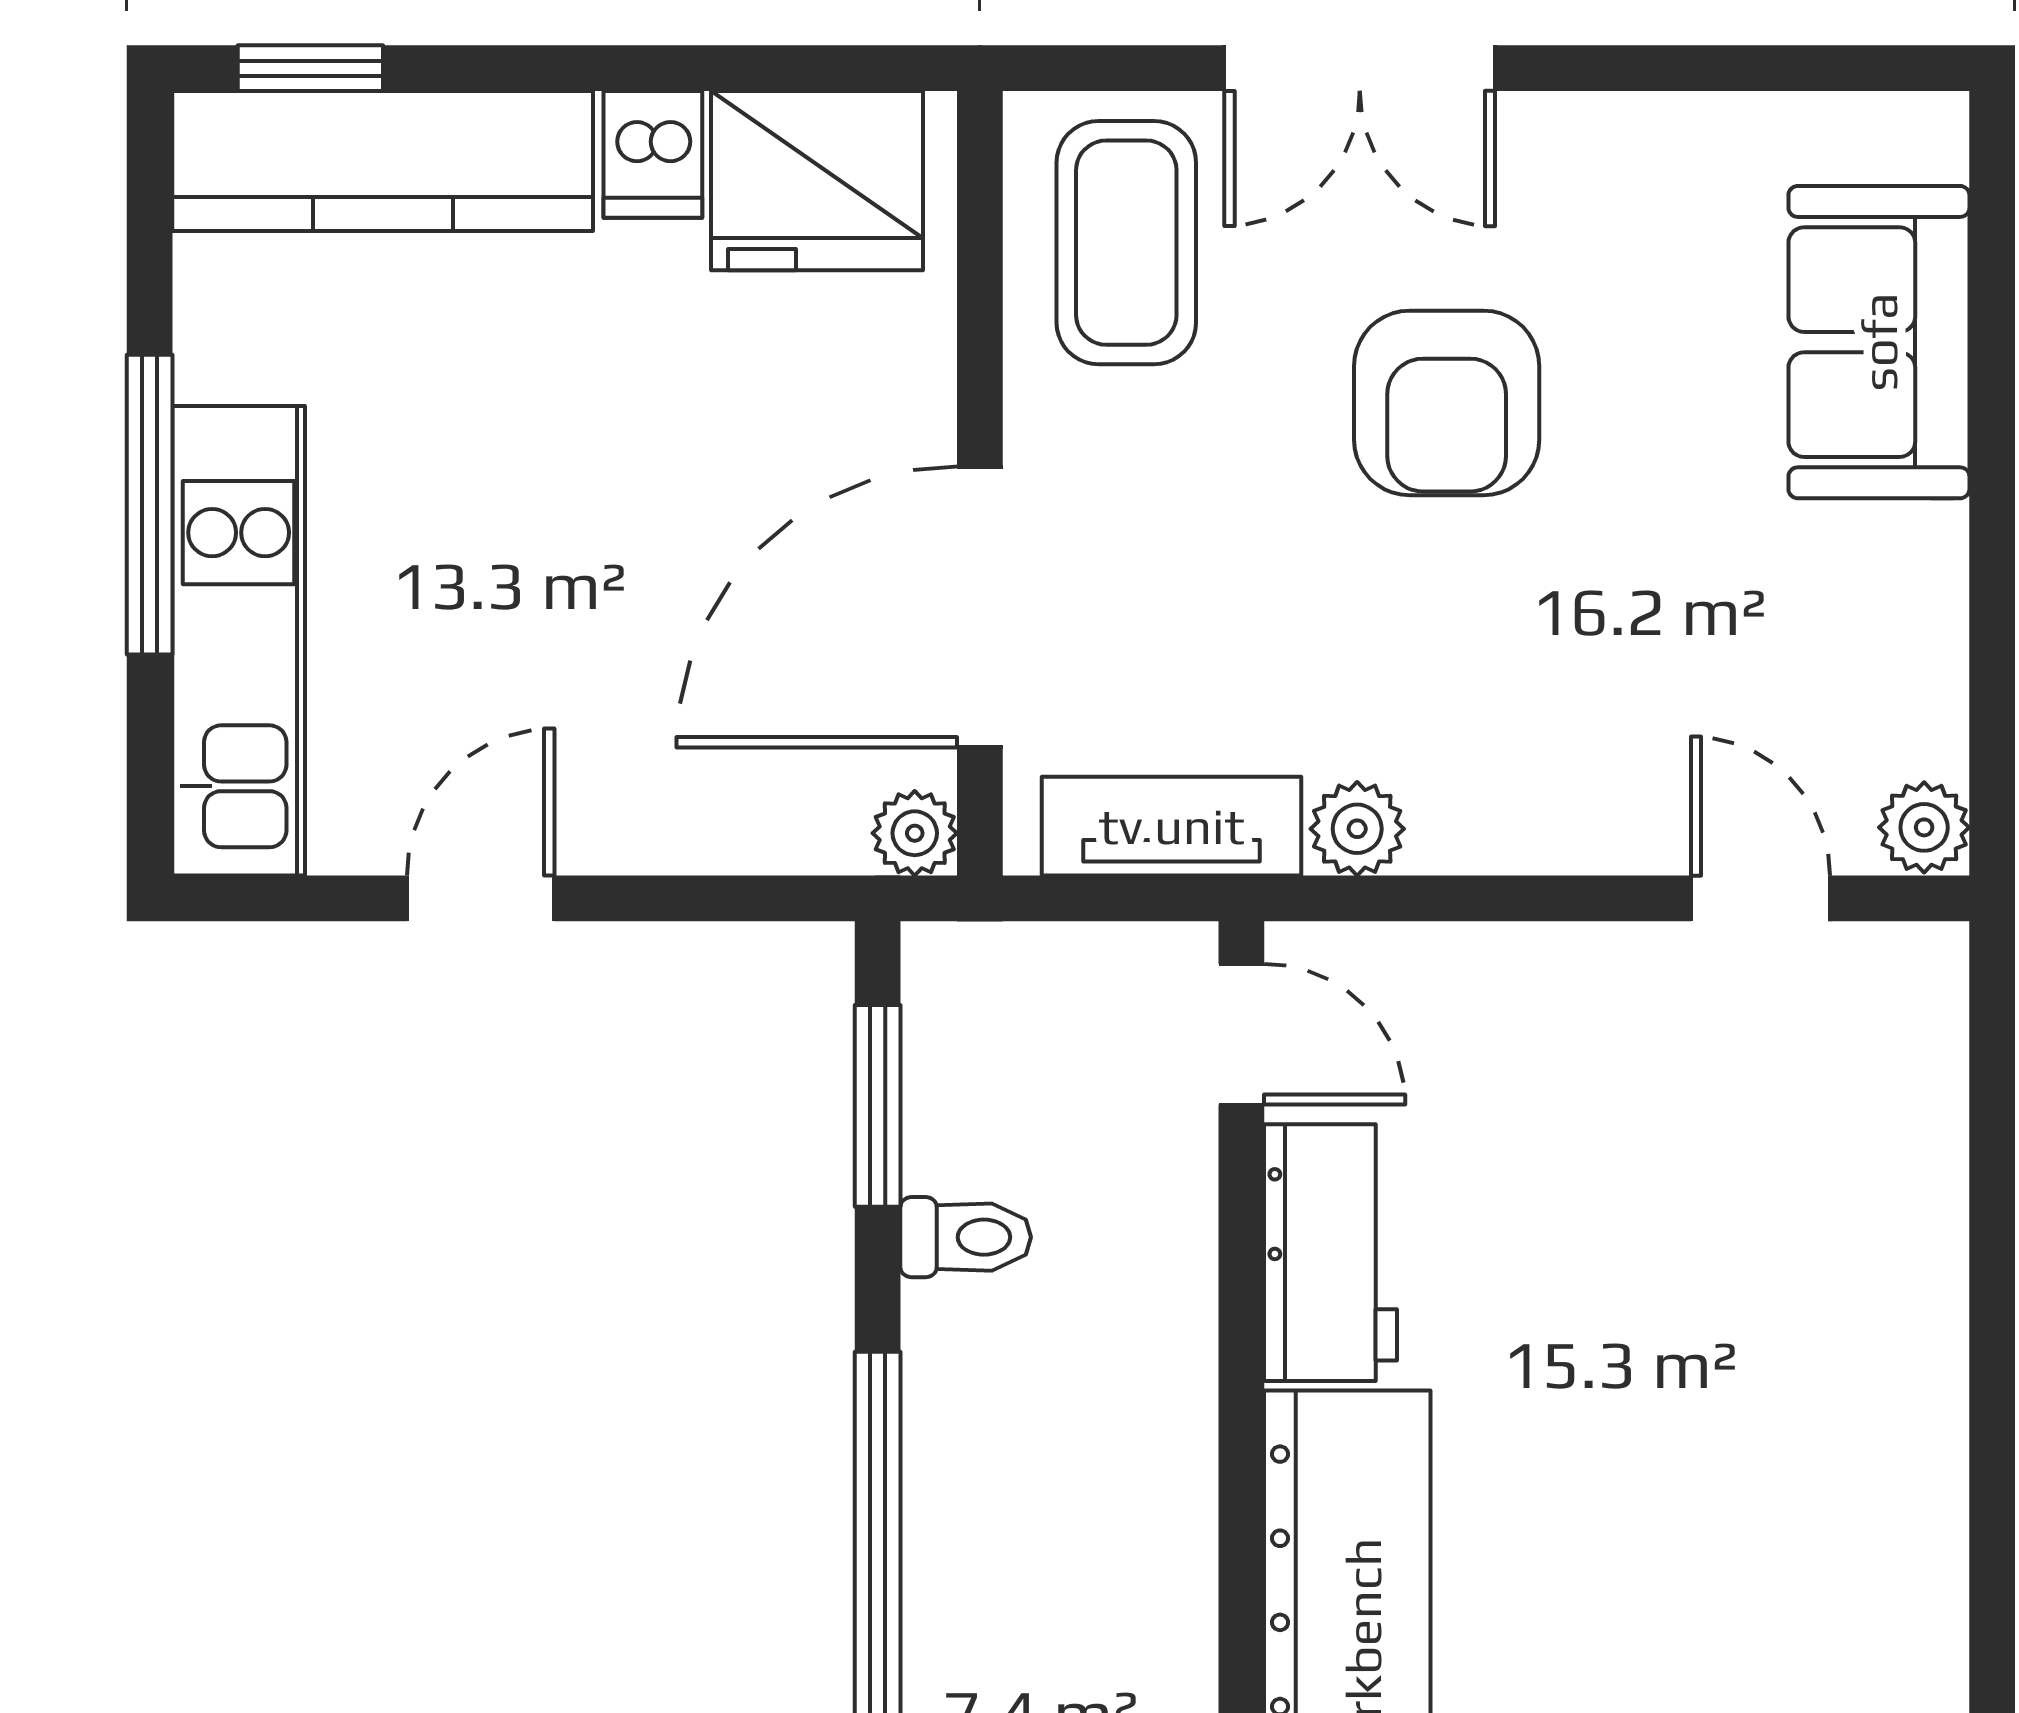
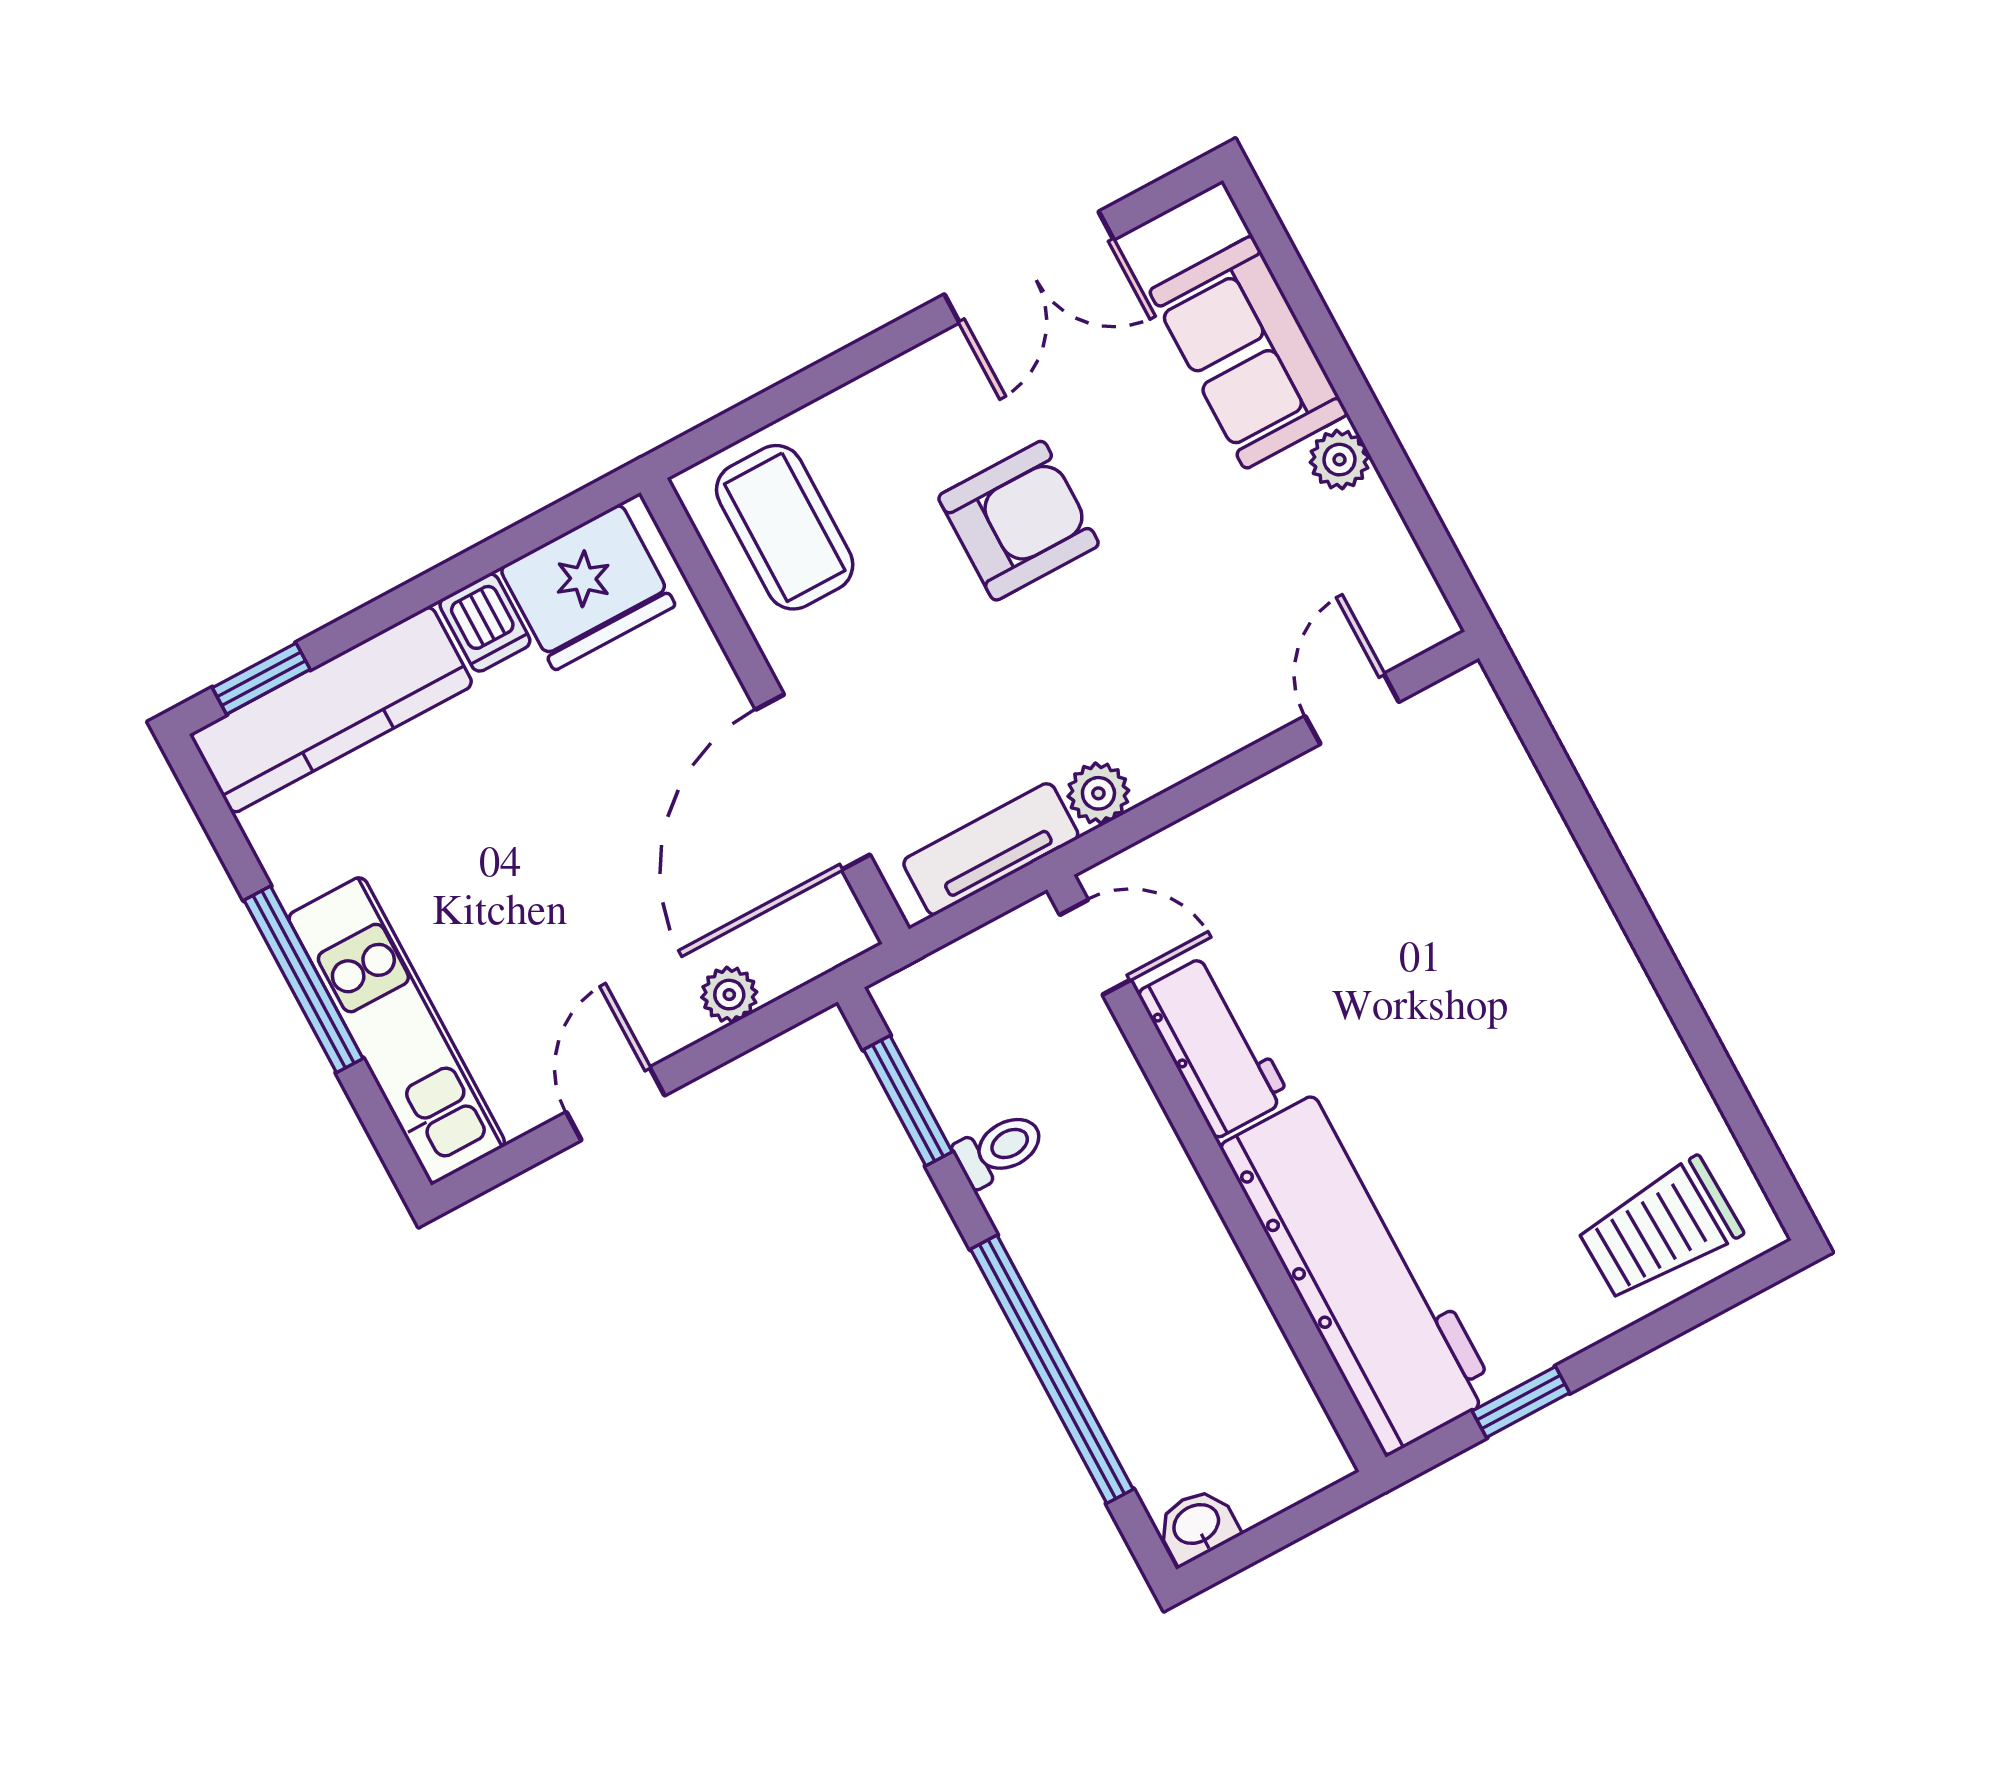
double door: (1360, 68) -> (1029, 267), moved
armchair: (1447, 403) -> (1019, 521), turned -90
plant: (1924, 827) -> (1339, 460), moved
plant: (915, 833) -> (729, 995), moved
door: (1761, 898) -> (1352, 709), hinge flipped

